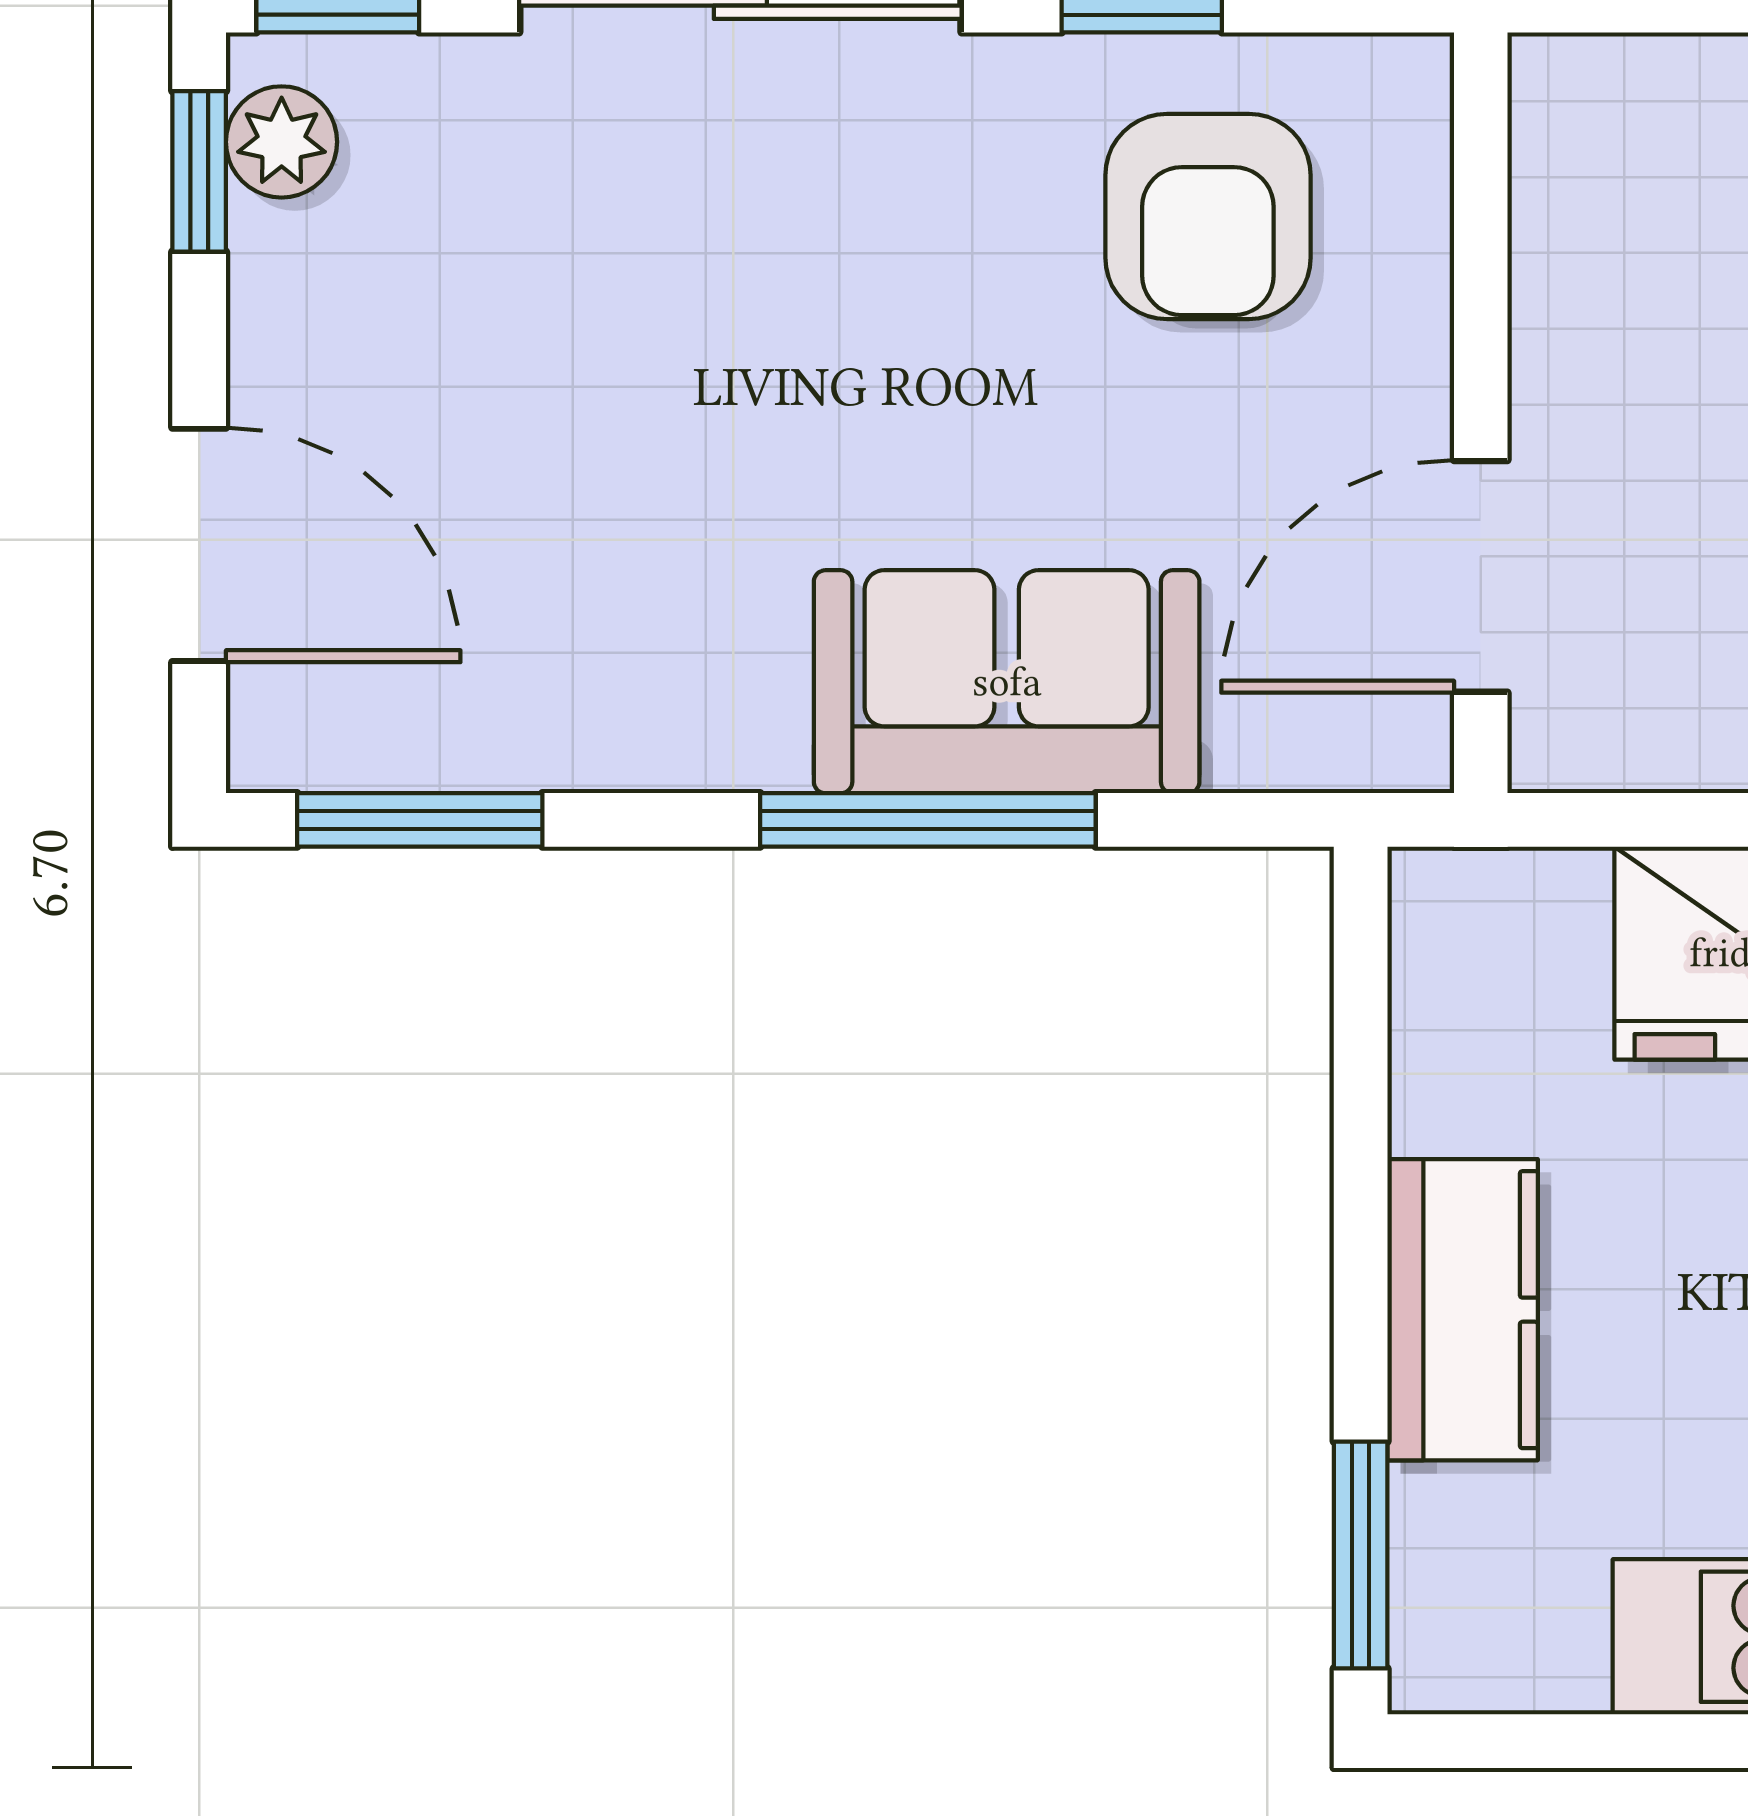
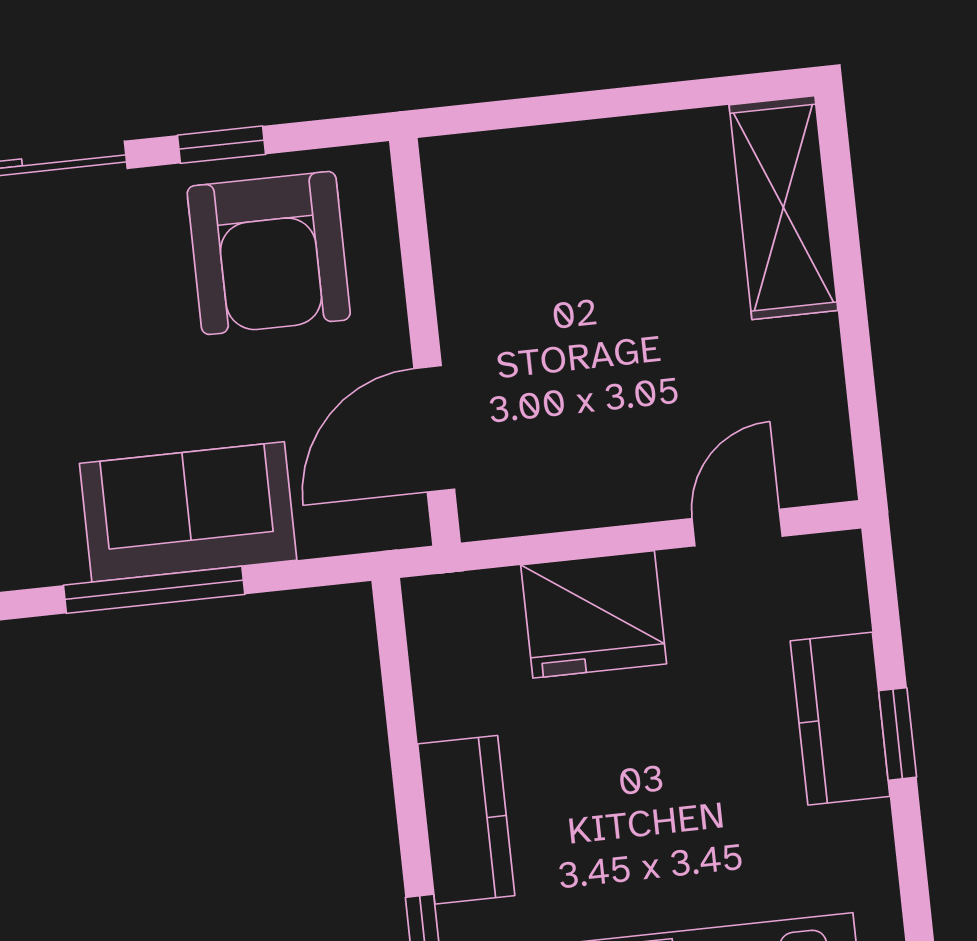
armchair: (1208, 216) -> (269, 253), width x1.36, depth x1.36

